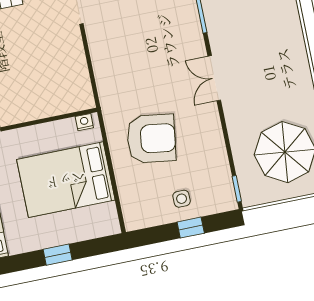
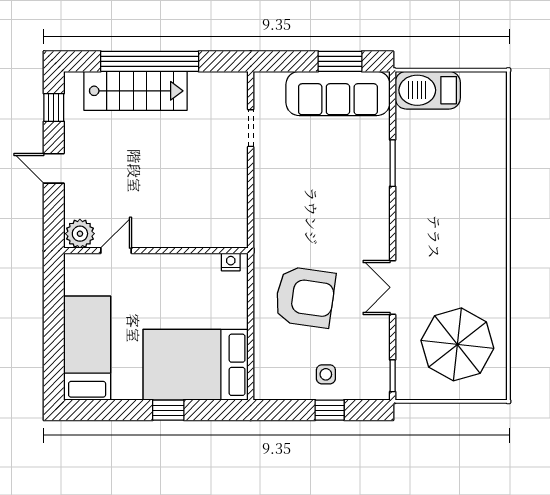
double door: (214, 78) -> (393, 287), moved
bed: (66, 180) -> (196, 365), moved

